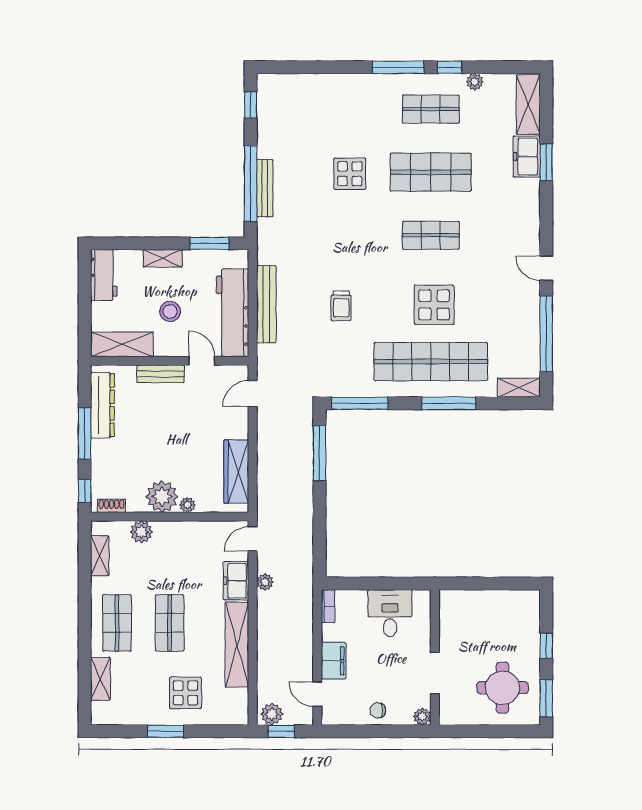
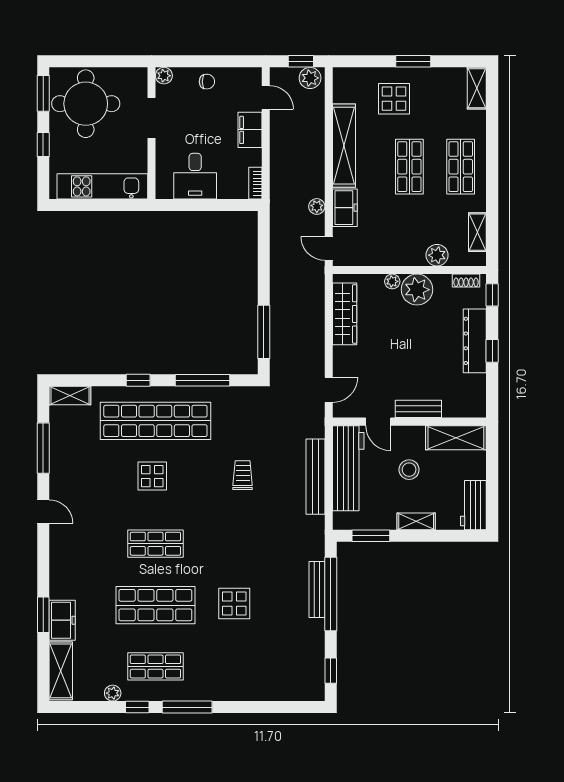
display table: (434, 305) -> (152, 476), width x0.73, depth x0.73
window: (546, 334) -> (43, 448), width x0.68
window: (360, 403) -> (203, 380), moved
window: (449, 403) -> (138, 380), width x0.46
dresser: (102, 405) -> (475, 341), moved
window: (85, 434) -> (492, 351), width x0.46
door: (253, 539) -> (329, 248), swing flipped
kitchen unit: (485, 603) -> (102, 186), added
shelving: (100, 679) -> (477, 88), moved
round table: (502, 688) -> (86, 104), width x1.36, depth x1.36

